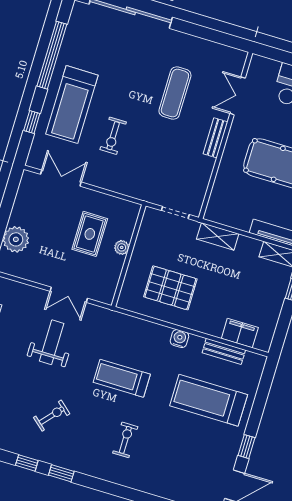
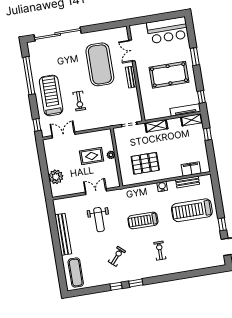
exercise mat: (175, 93) -> (100, 64), width x2.00, depth x1.45
treadmill: (72, 105) -> (51, 95), turned 180
window: (32, 122) -> (37, 125), moved
rug: (90, 234) -> (92, 156), turned 90
double door: (69, 295) -> (96, 192), swing flipped
weight bench: (52, 342) -> (99, 220), turned 180

